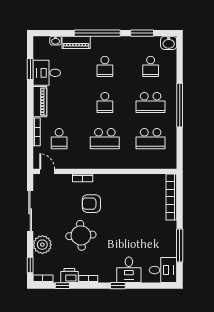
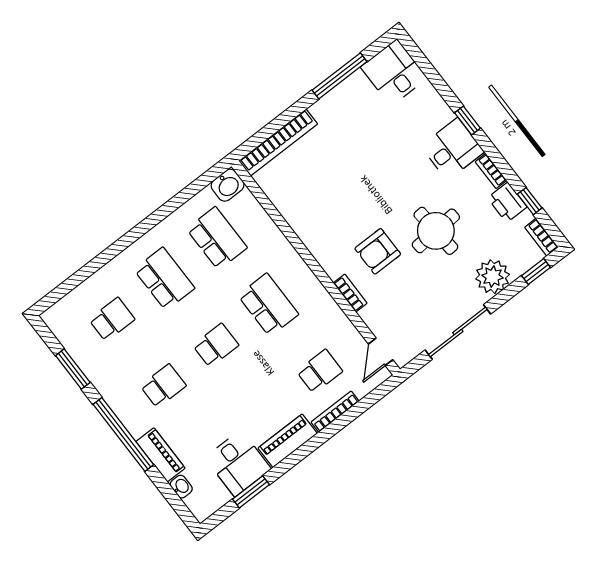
washbasin: (169, 43) -> (228, 185), moved, turned 90
window: (180, 105) -> (135, 234), removed
armchair: (91, 204) -> (378, 251), turned 90
desk: (129, 270) -> (452, 149), moved

